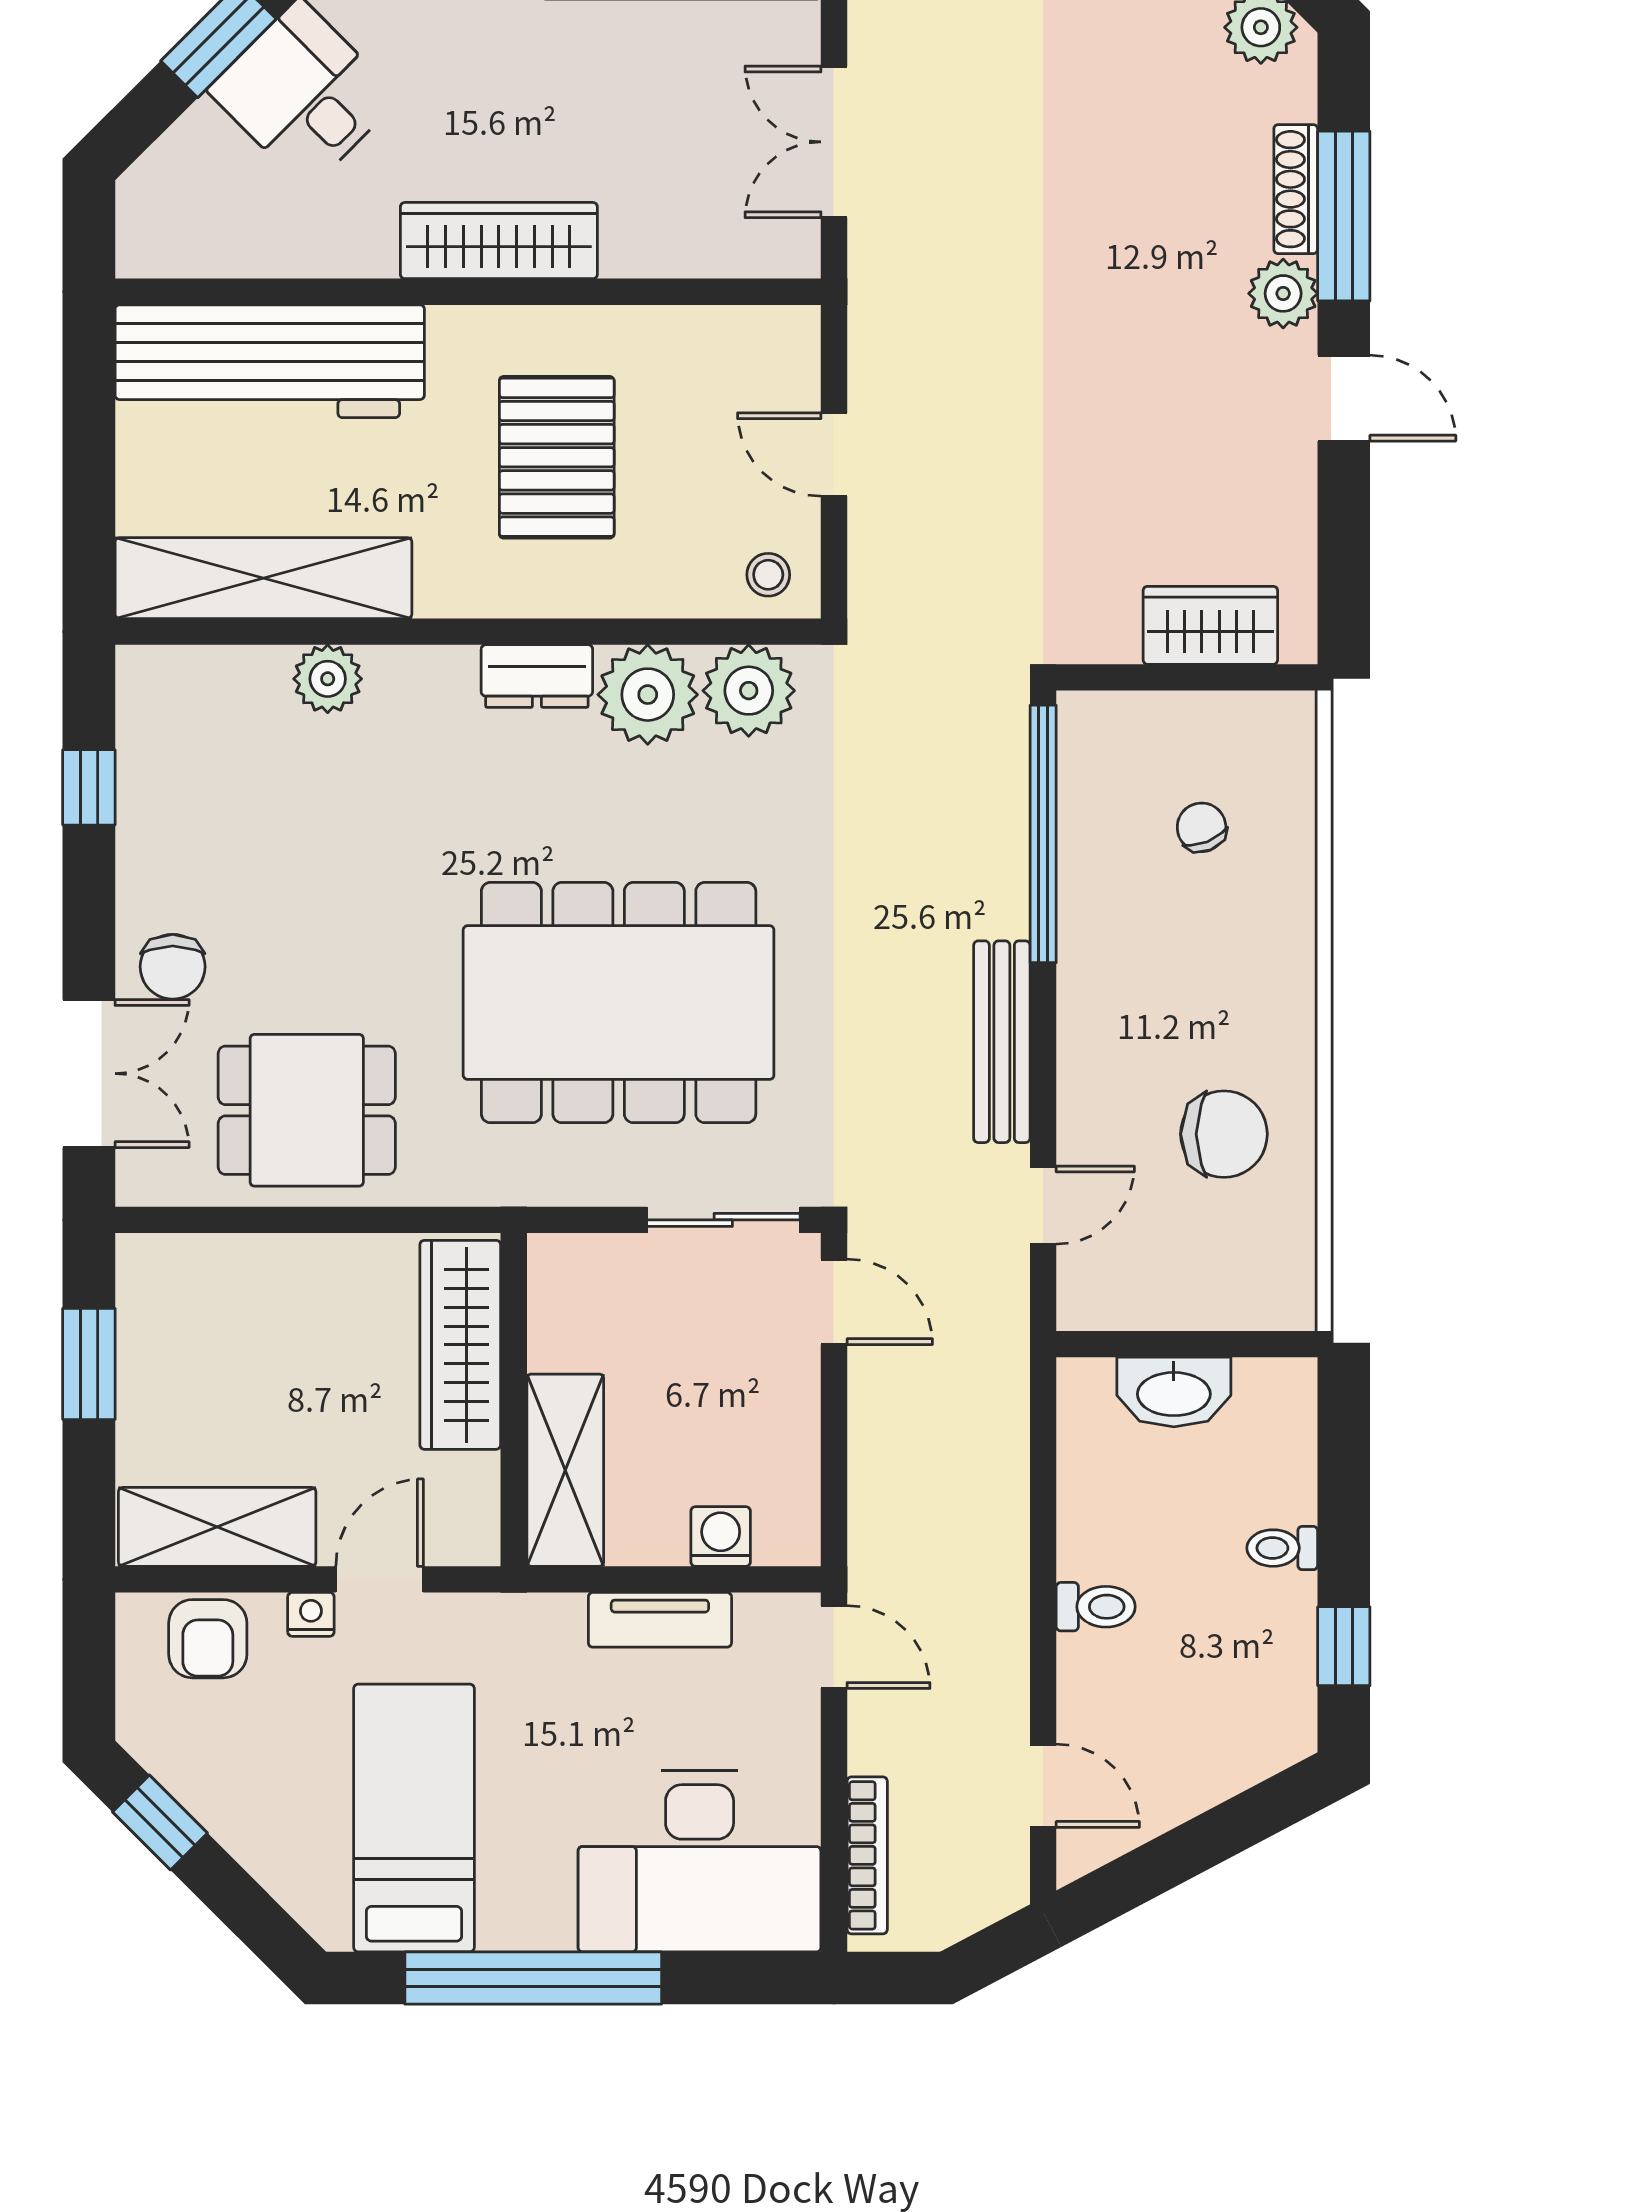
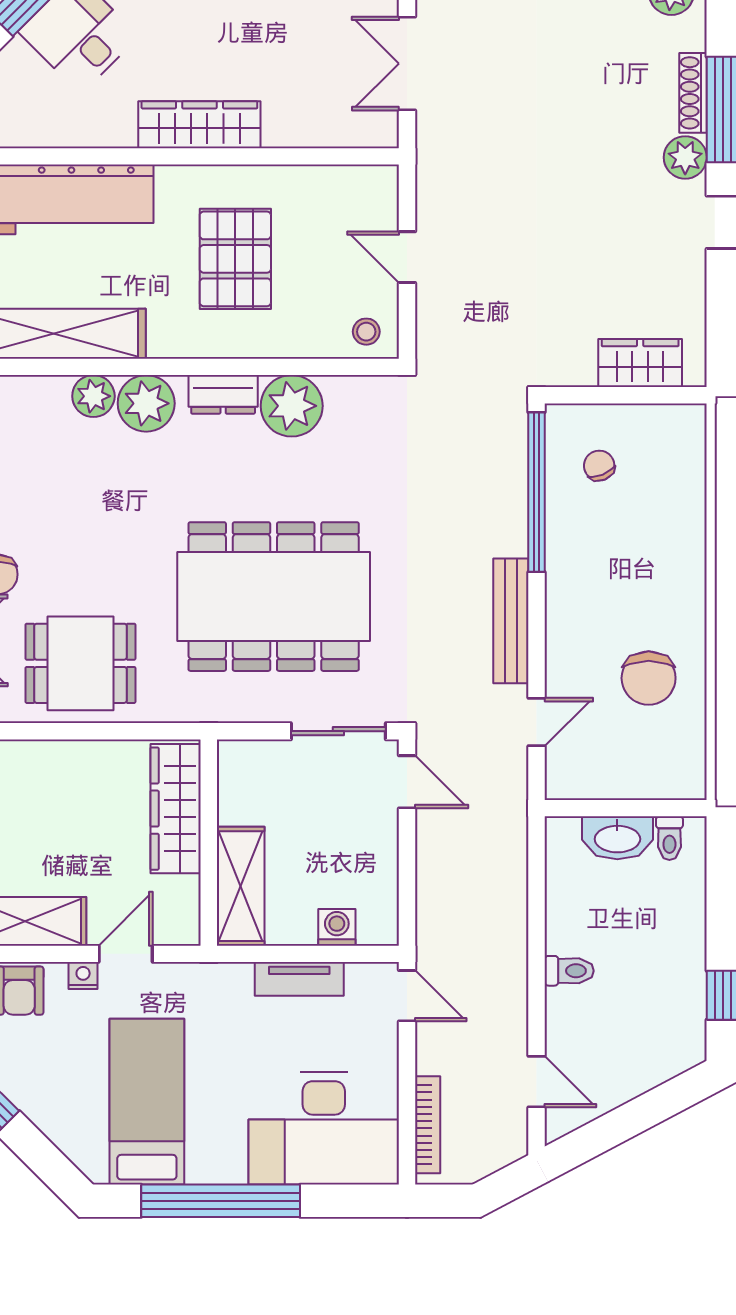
plant: (749, 691) -> (146, 403), moved
chair: (1202, 827) -> (599, 466), moved
chair: (1224, 1134) -> (649, 678), turned 90
toilet: (1282, 1548) -> (669, 838), moved, turned -90

